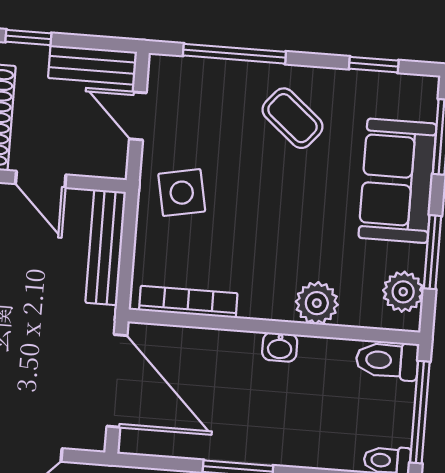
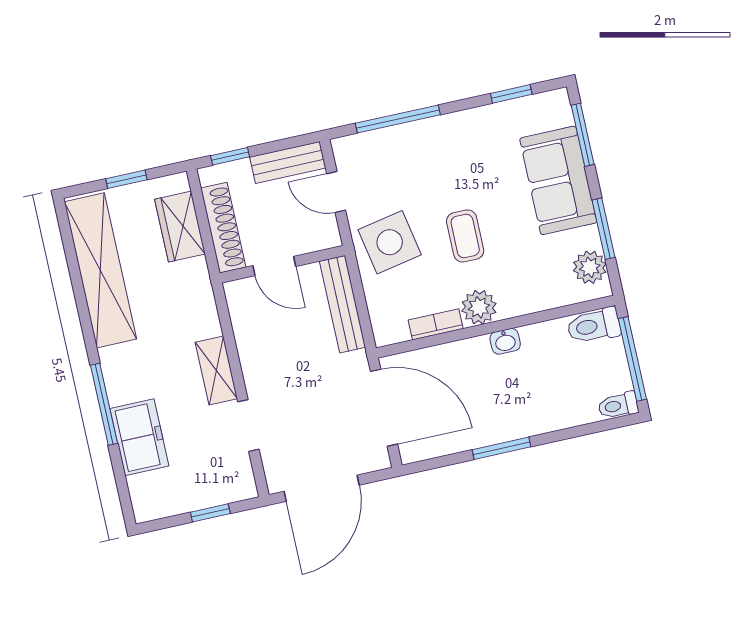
coffee table: (292, 118) -> (465, 236), moved, turned 50
side table: (182, 193) -> (390, 242), width x1.37, depth x1.37
bookcase: (188, 302) -> (436, 324), width x0.64
plant: (317, 303) -> (479, 307), moved

